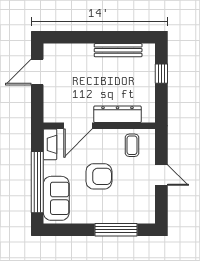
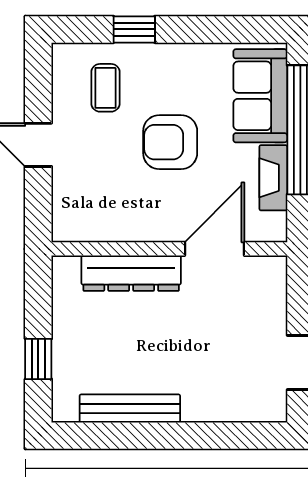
fireplace: (50, 144) -> (273, 178), moved
coffee table: (132, 145) -> (106, 88), moved
window: (116, 230) -> (134, 29), width x0.46

